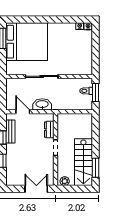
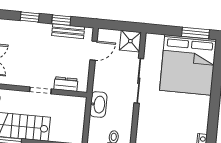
shower: (13, 85) -> (130, 41), added
washbasin: (42, 104) -> (98, 104), moved

